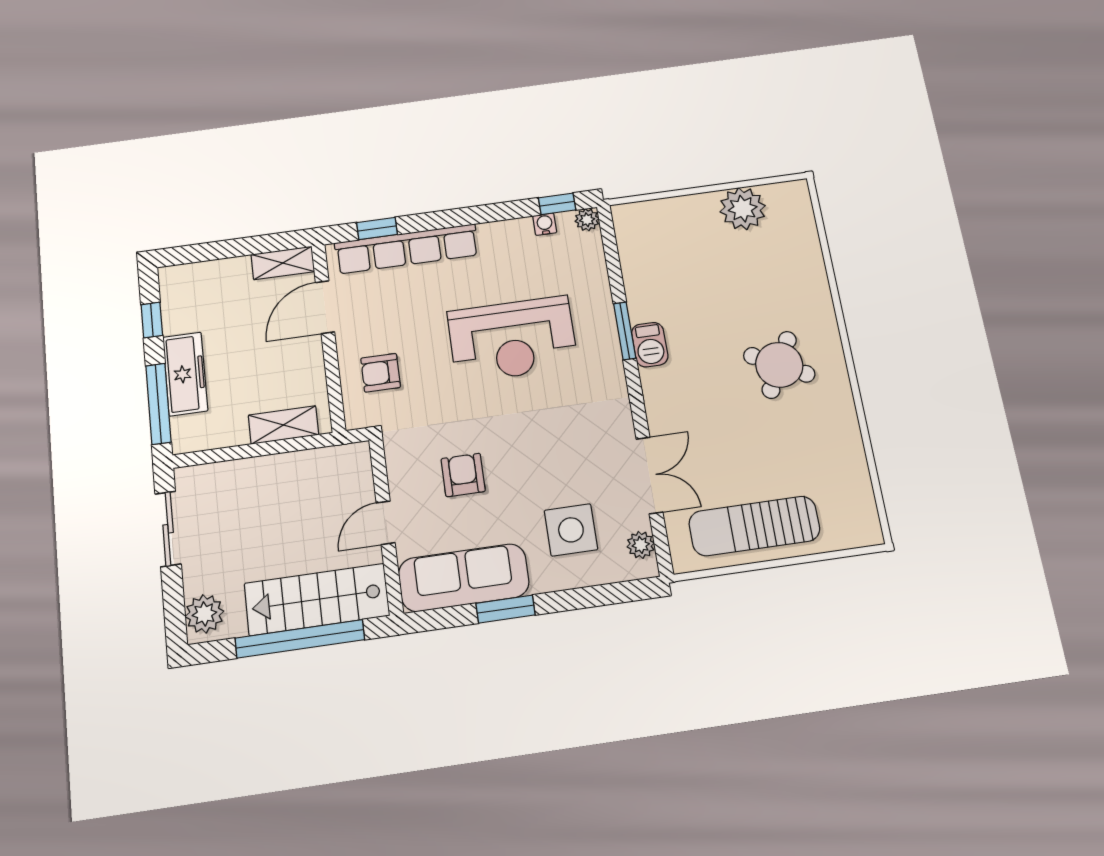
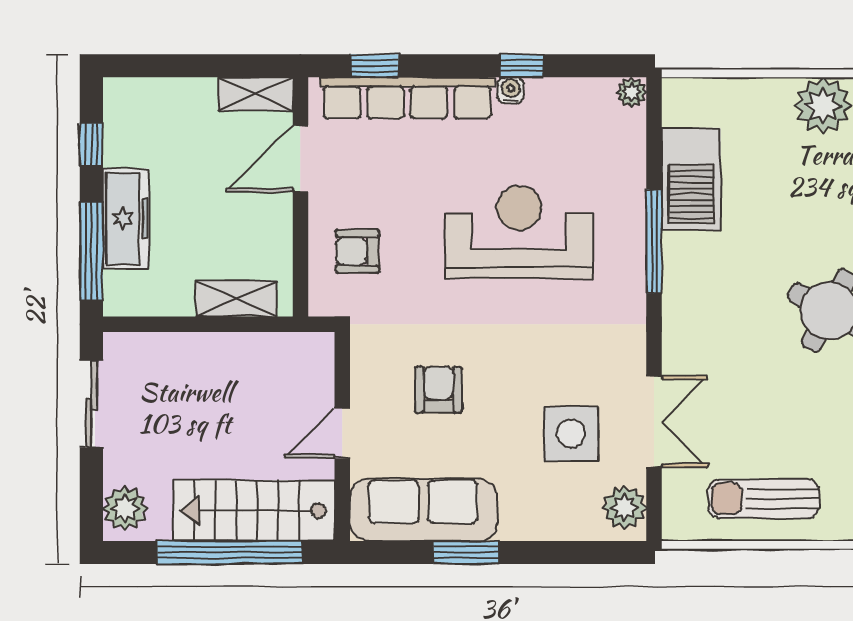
window: (557, 204) -> (522, 66), moved
water cooler: (545, 224) -> (511, 90), moved
window: (625, 331) -> (654, 241), width x1.44
reception desk: (512, 339) -> (519, 232), turned 180
barbecue: (650, 345) -> (691, 179), moved, width x1.88, depth x1.53
sun lounger: (754, 526) -> (764, 498), width x0.73, depth x0.75
side table: (571, 530) -> (571, 434), moved
plant: (641, 545) -> (624, 507), width x1.38, depth x1.38

